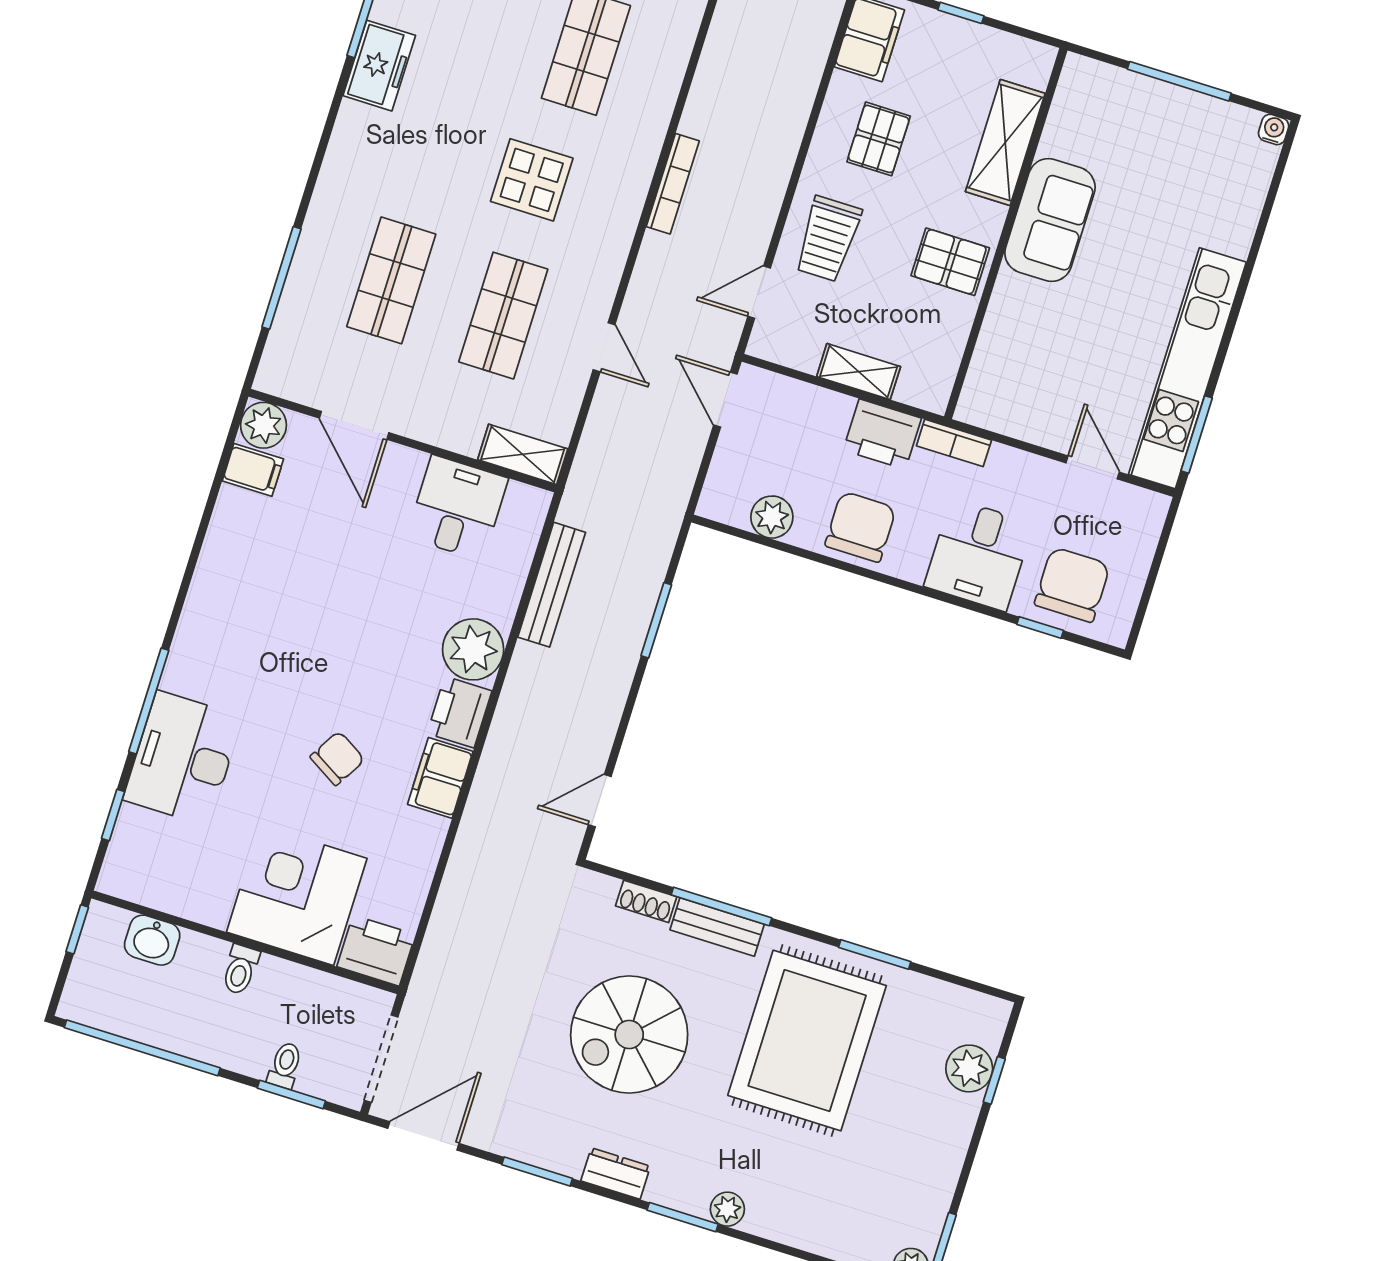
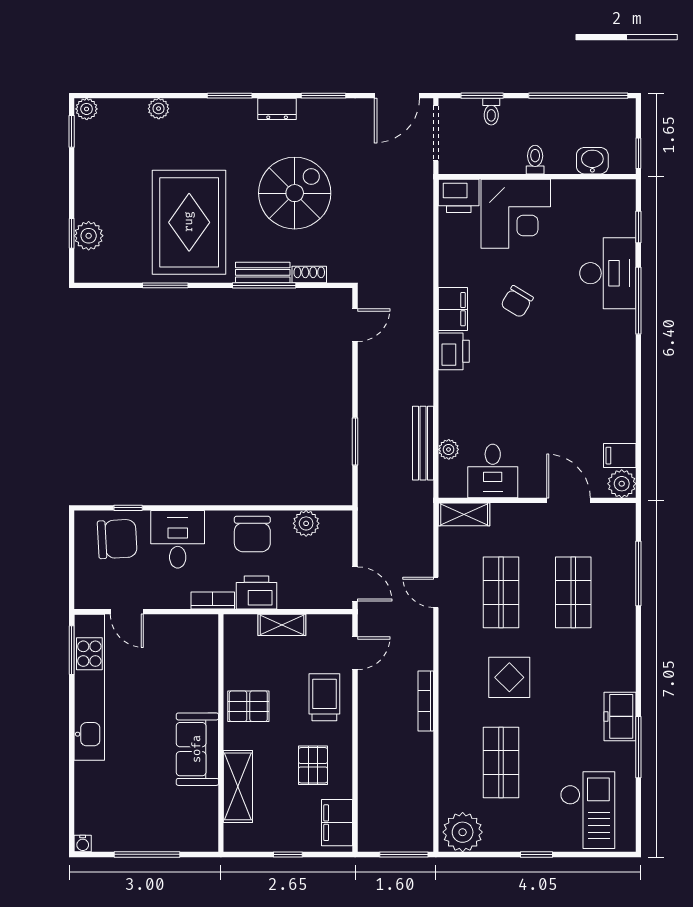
chair: (1072, 585) -> (117, 539), turned -93
plant: (473, 649) -> (449, 449), moved, width x0.53, depth x0.53
plant: (727, 1209) -> (159, 109), moved

